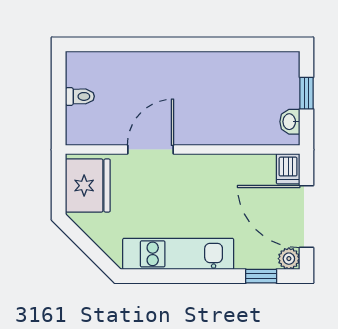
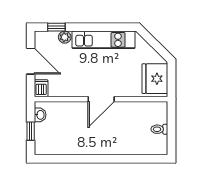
door: (151, 150) -> (101, 99), moved
door: (307, 216) -> (31, 61), width x0.73
plant: (289, 259) -> (65, 37), moved

